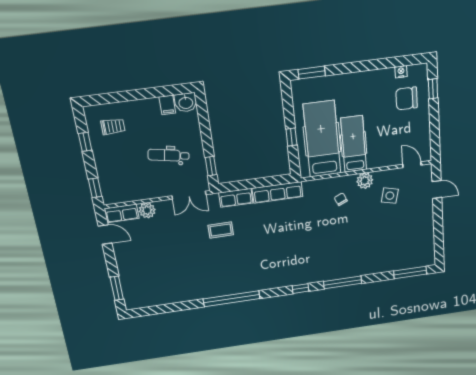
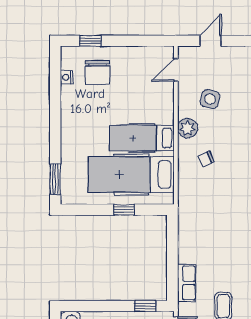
row of seats: (278, 192) -> (187, 233), removed

